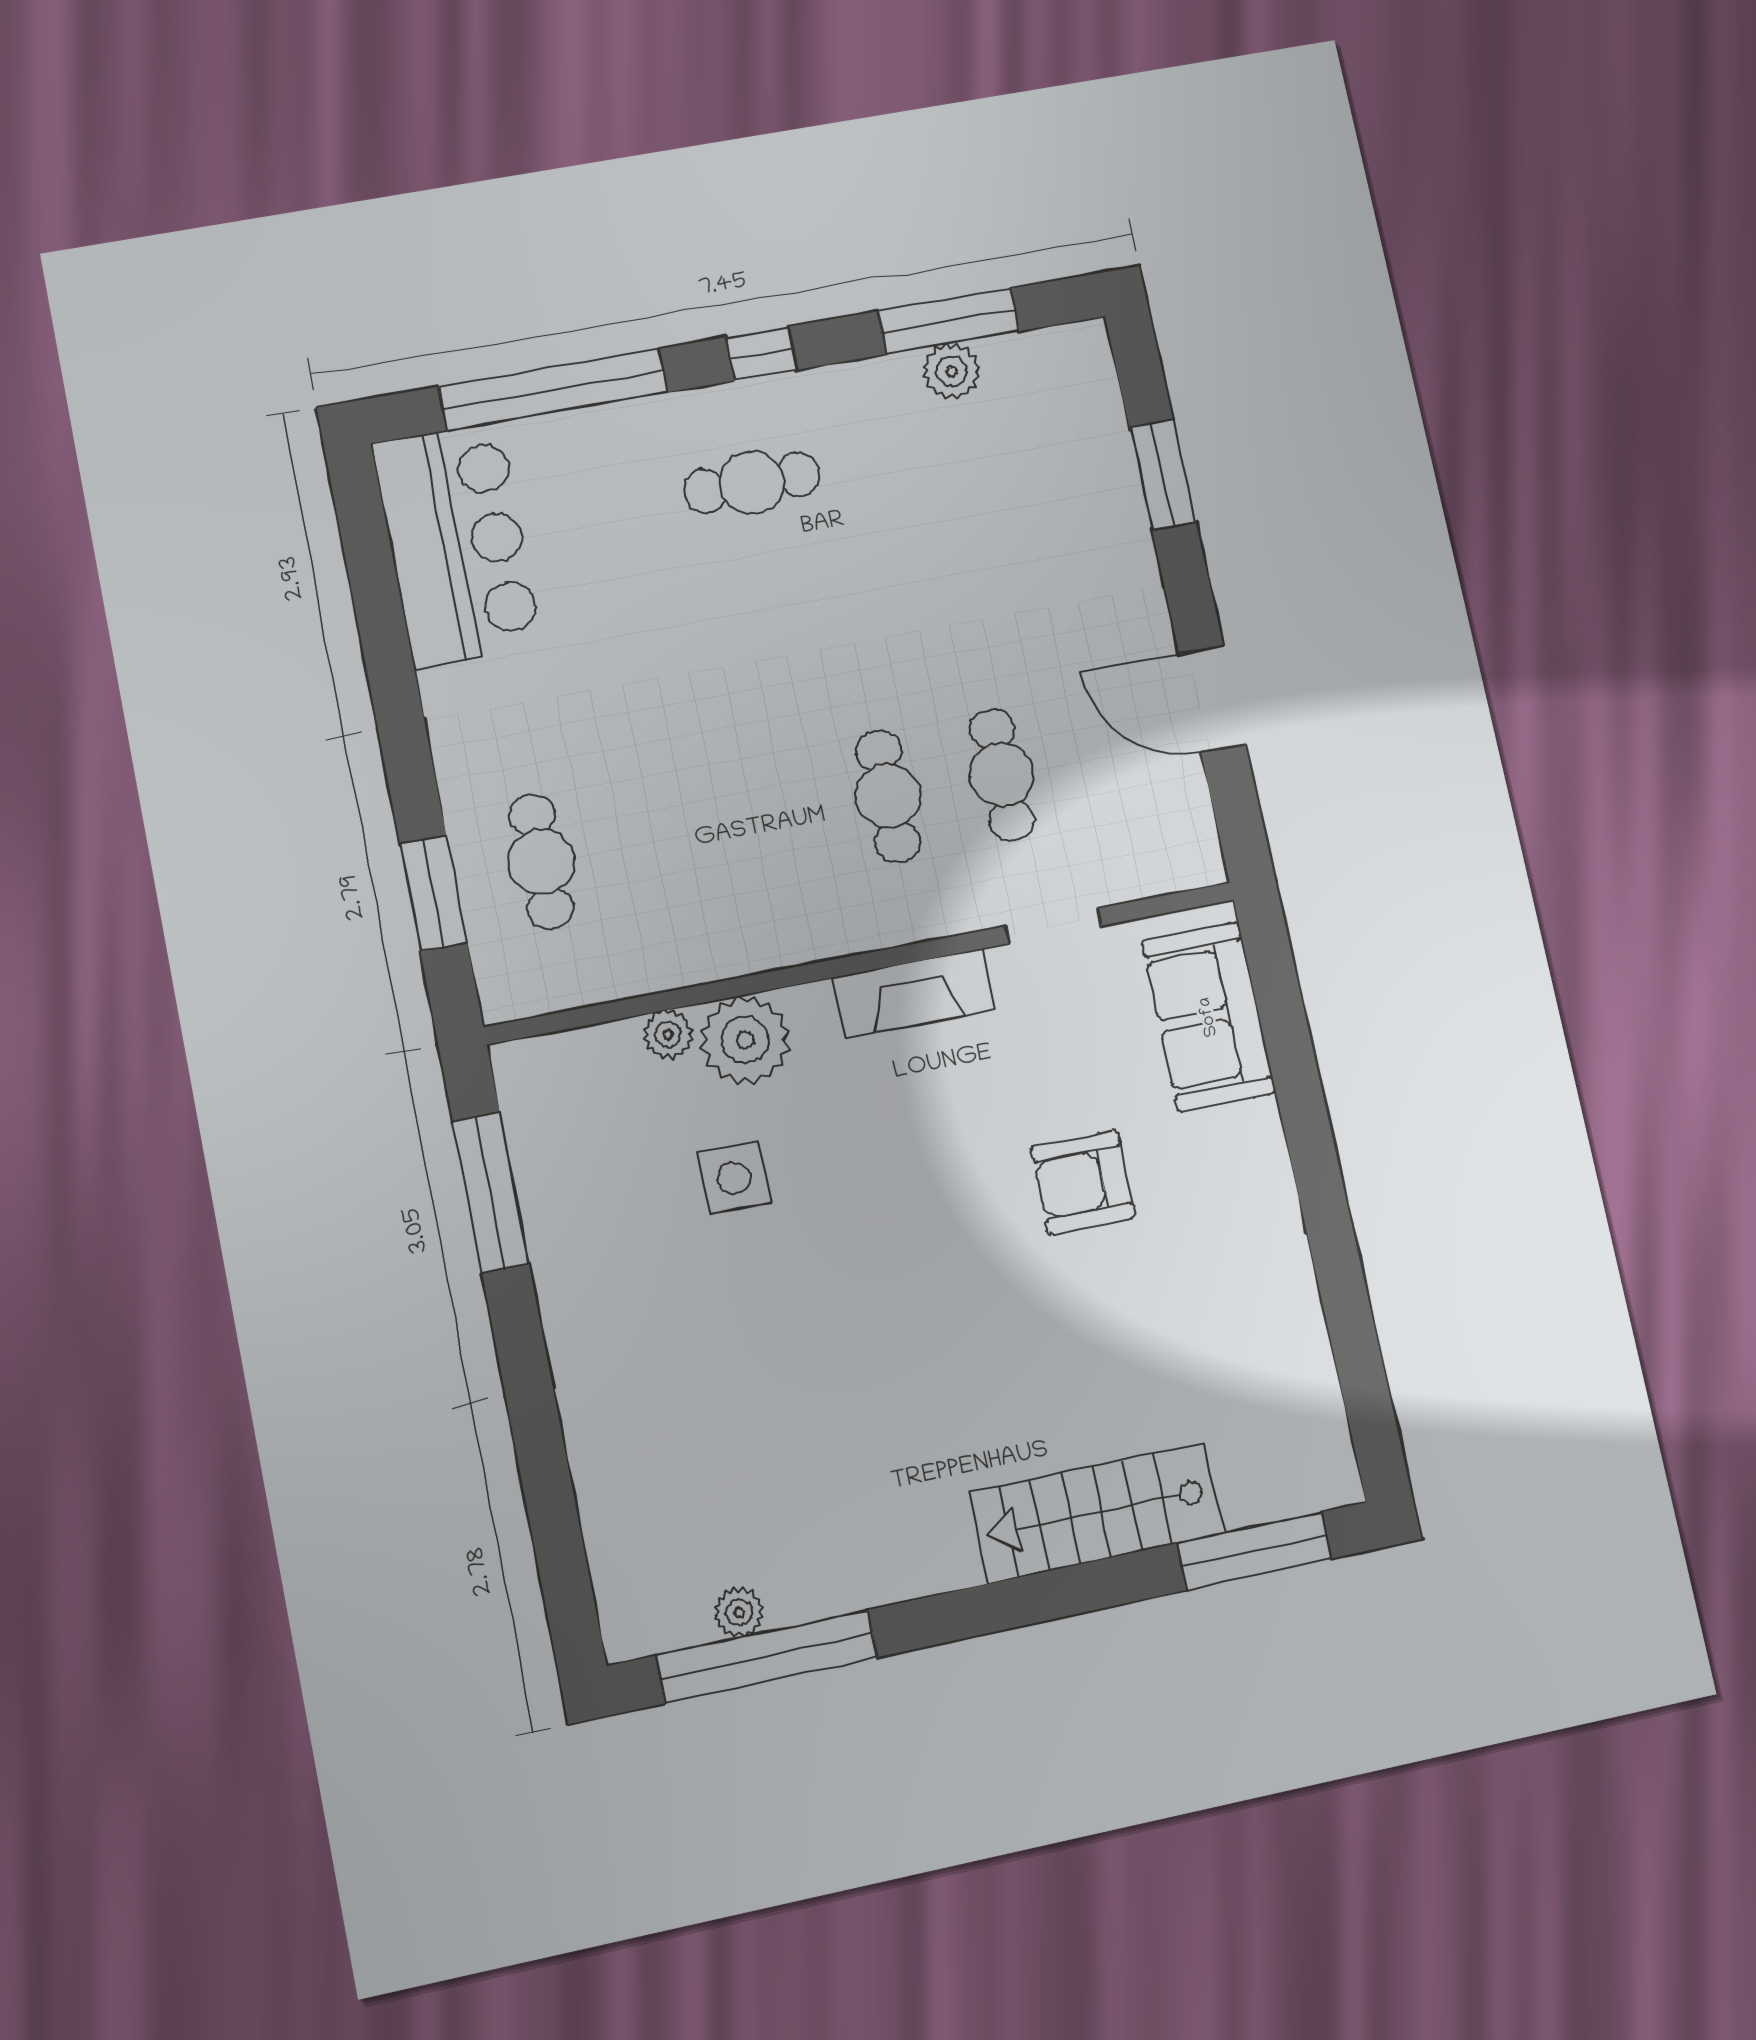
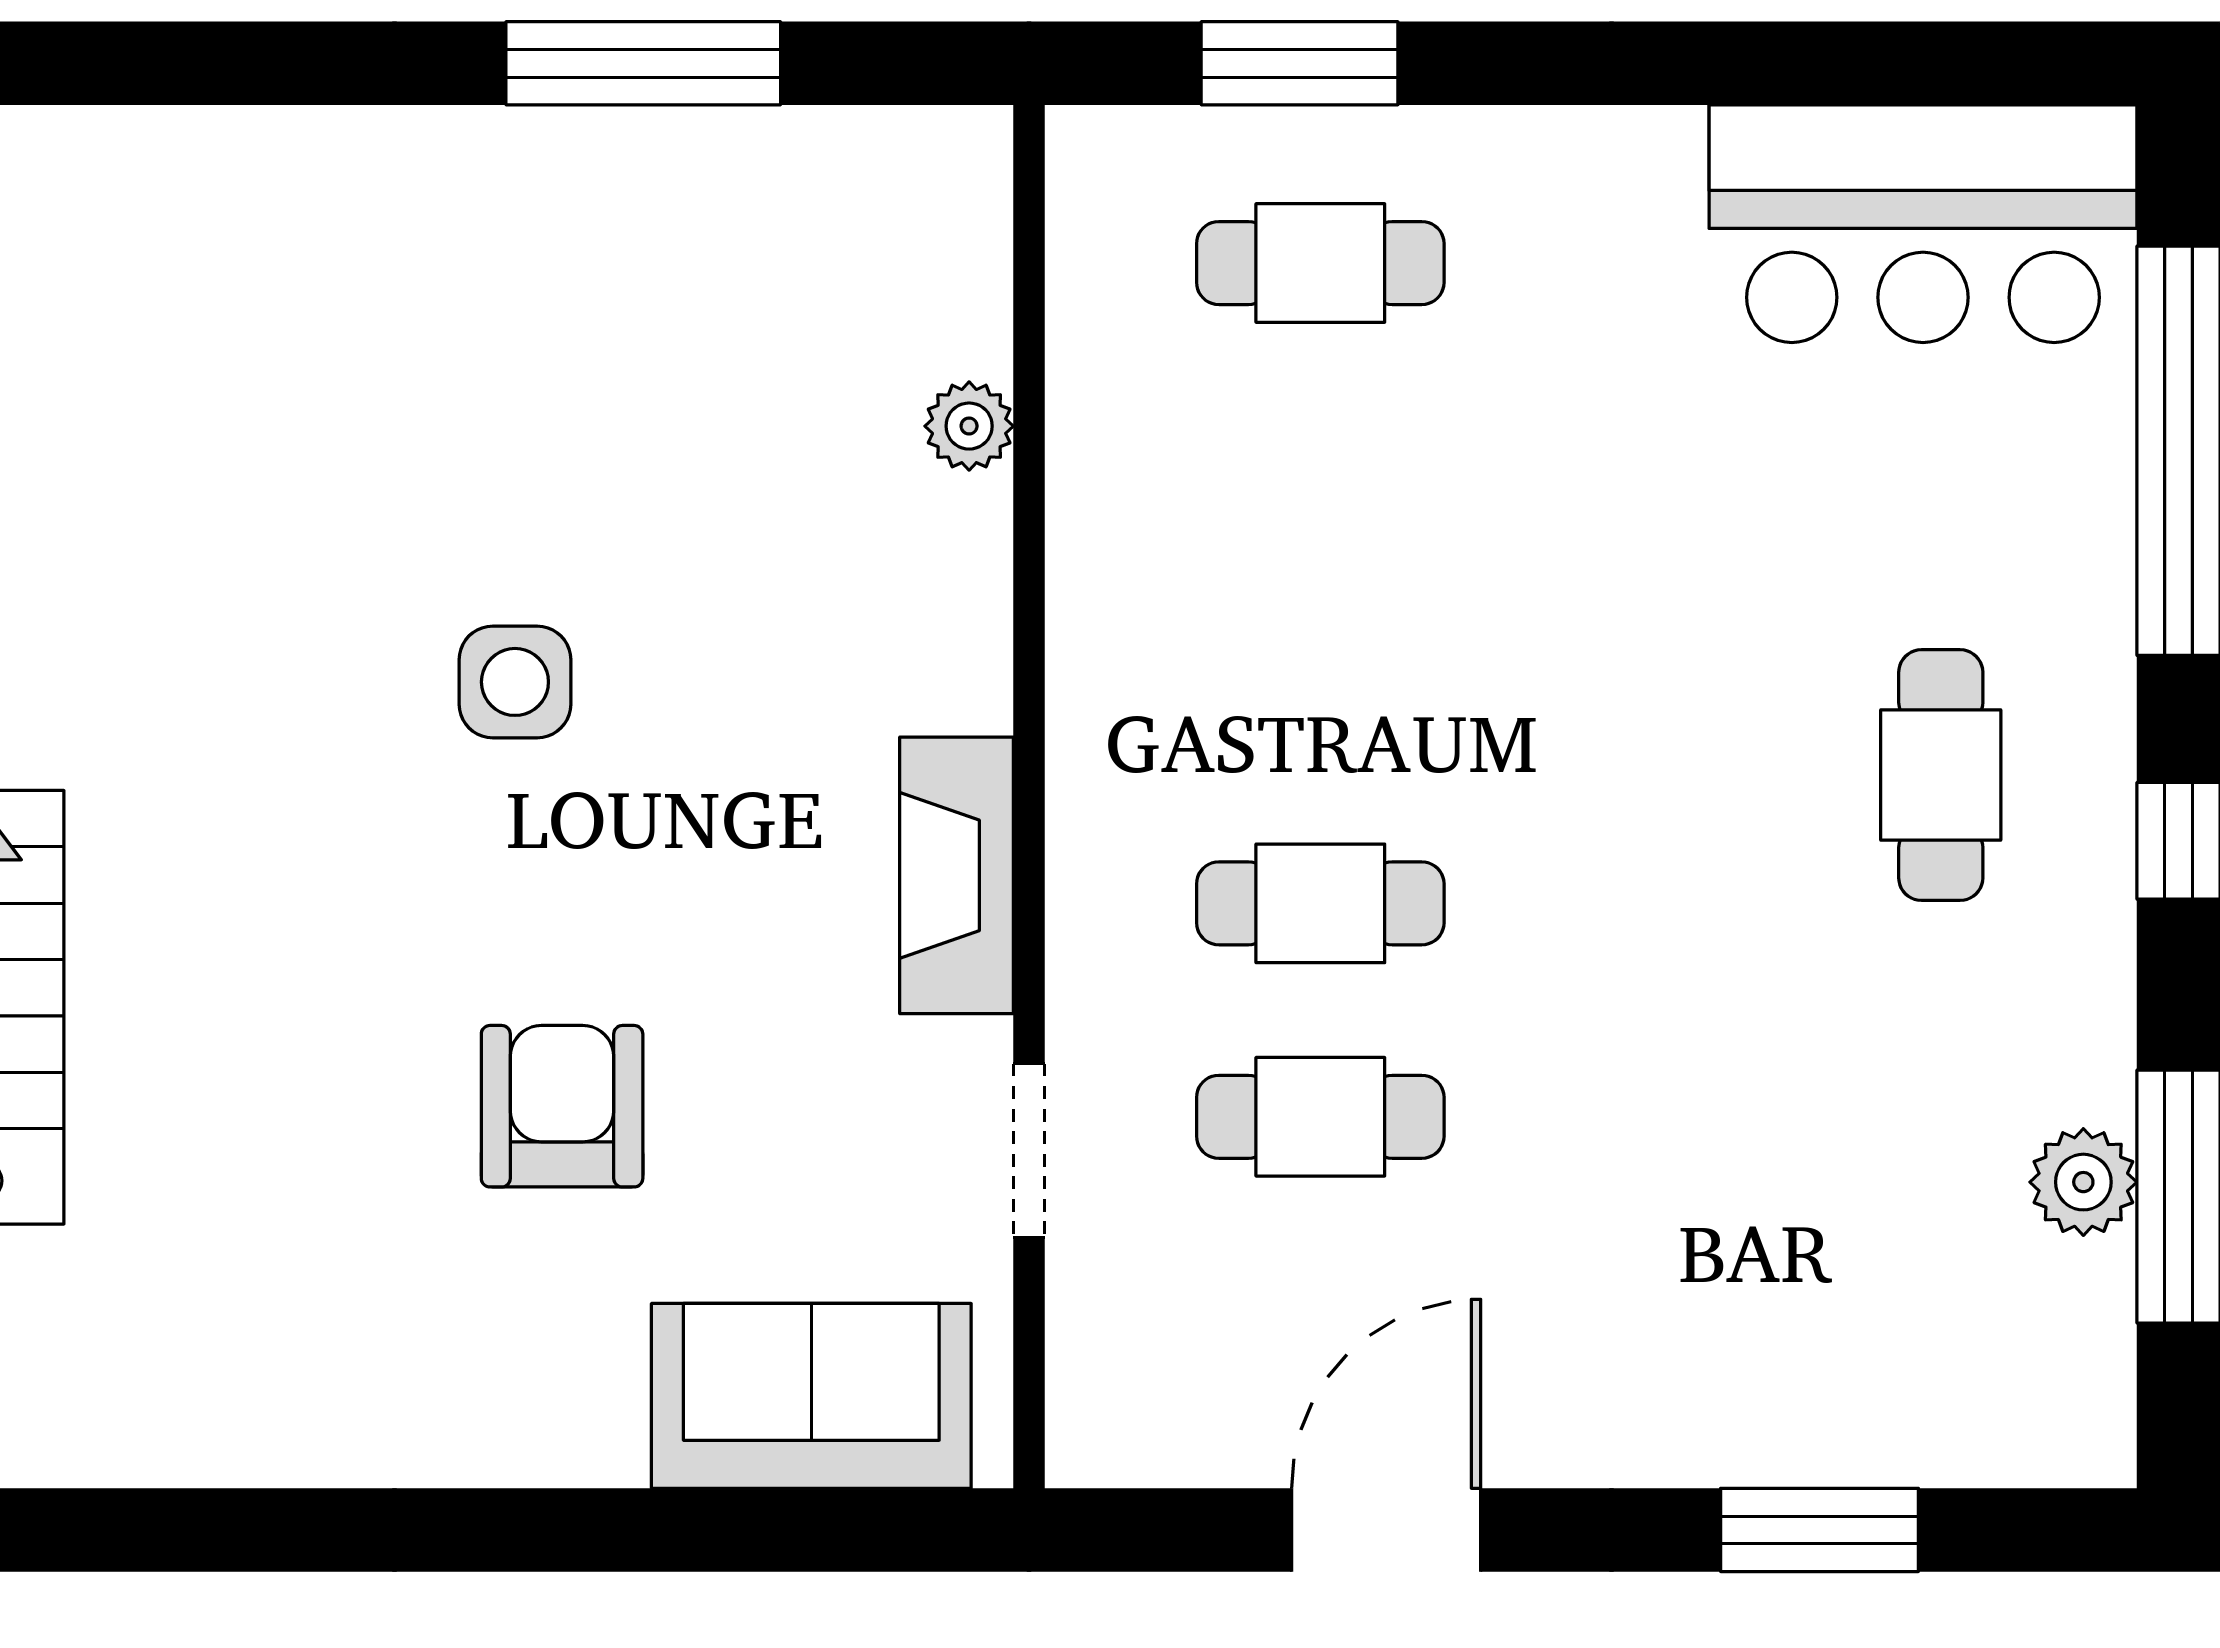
plant: (745, 1040) -> (932, 560), removed
side table: (734, 1178) -> (515, 682), moved
window: (491, 1192) -> (643, 63), moved

